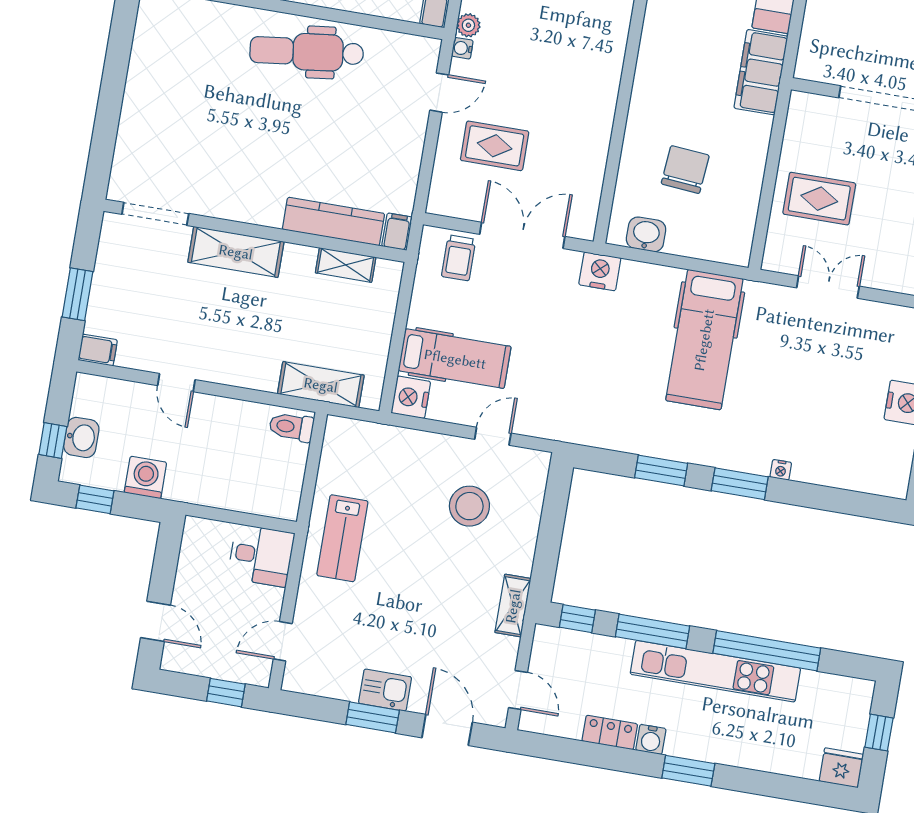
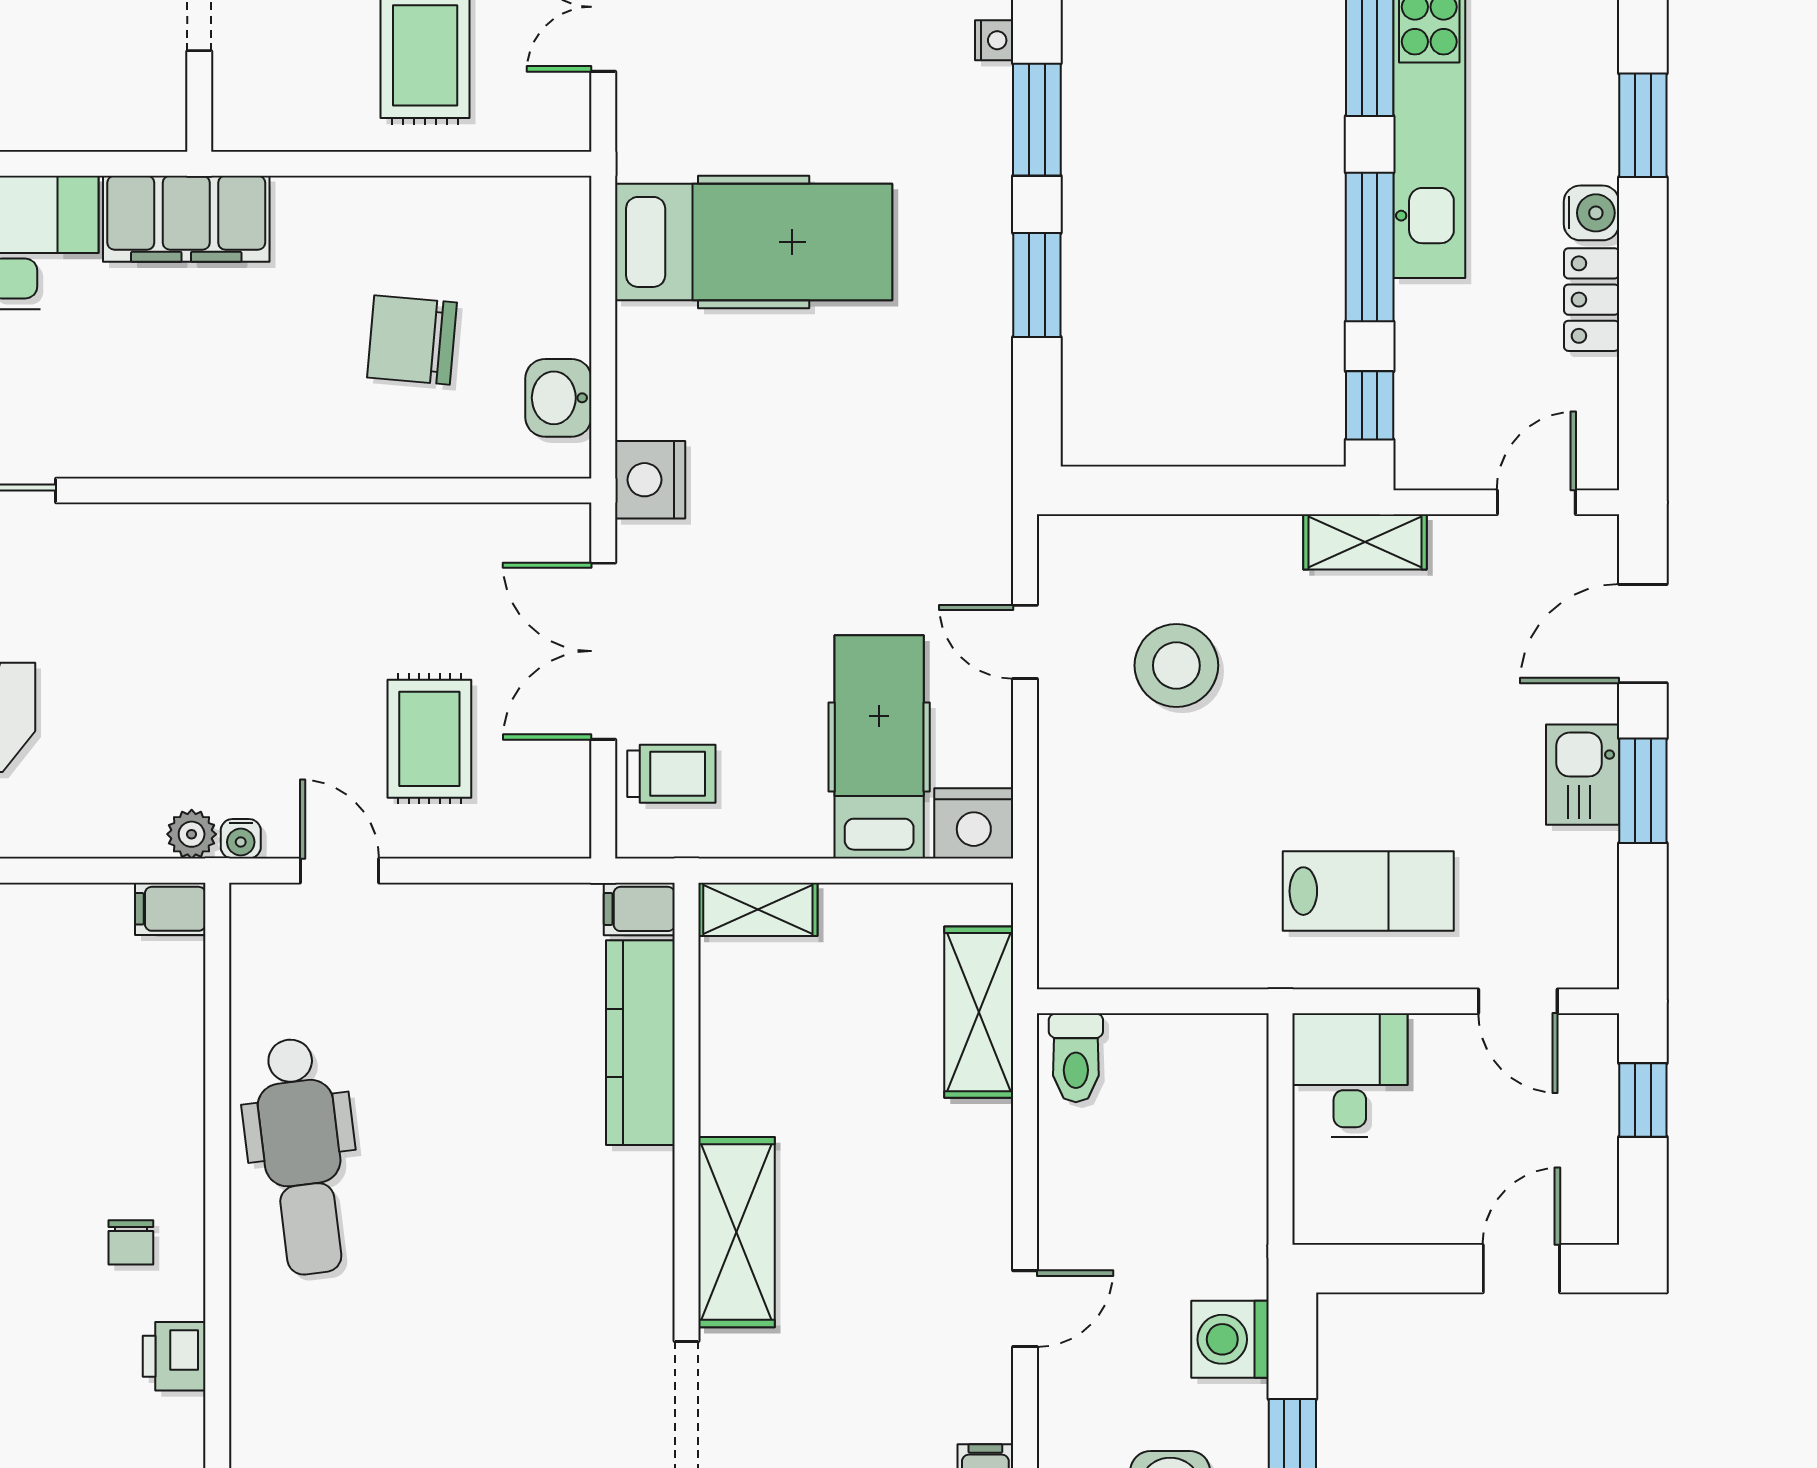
shelving: (346, 265) -> (758, 909), moved, turned 90
lab bench: (342, 538) -> (1368, 891), moved

